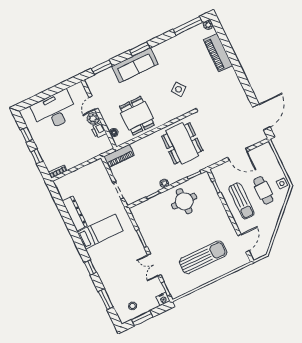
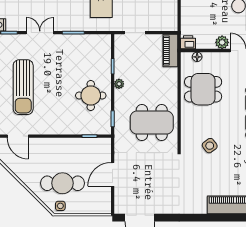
printer: (99, 130) -> (188, 42), moved
cafe table: (263, 190) -> (62, 183), width x1.37, depth x1.35
sun lounger: (242, 201) -> (62, 155), removed

